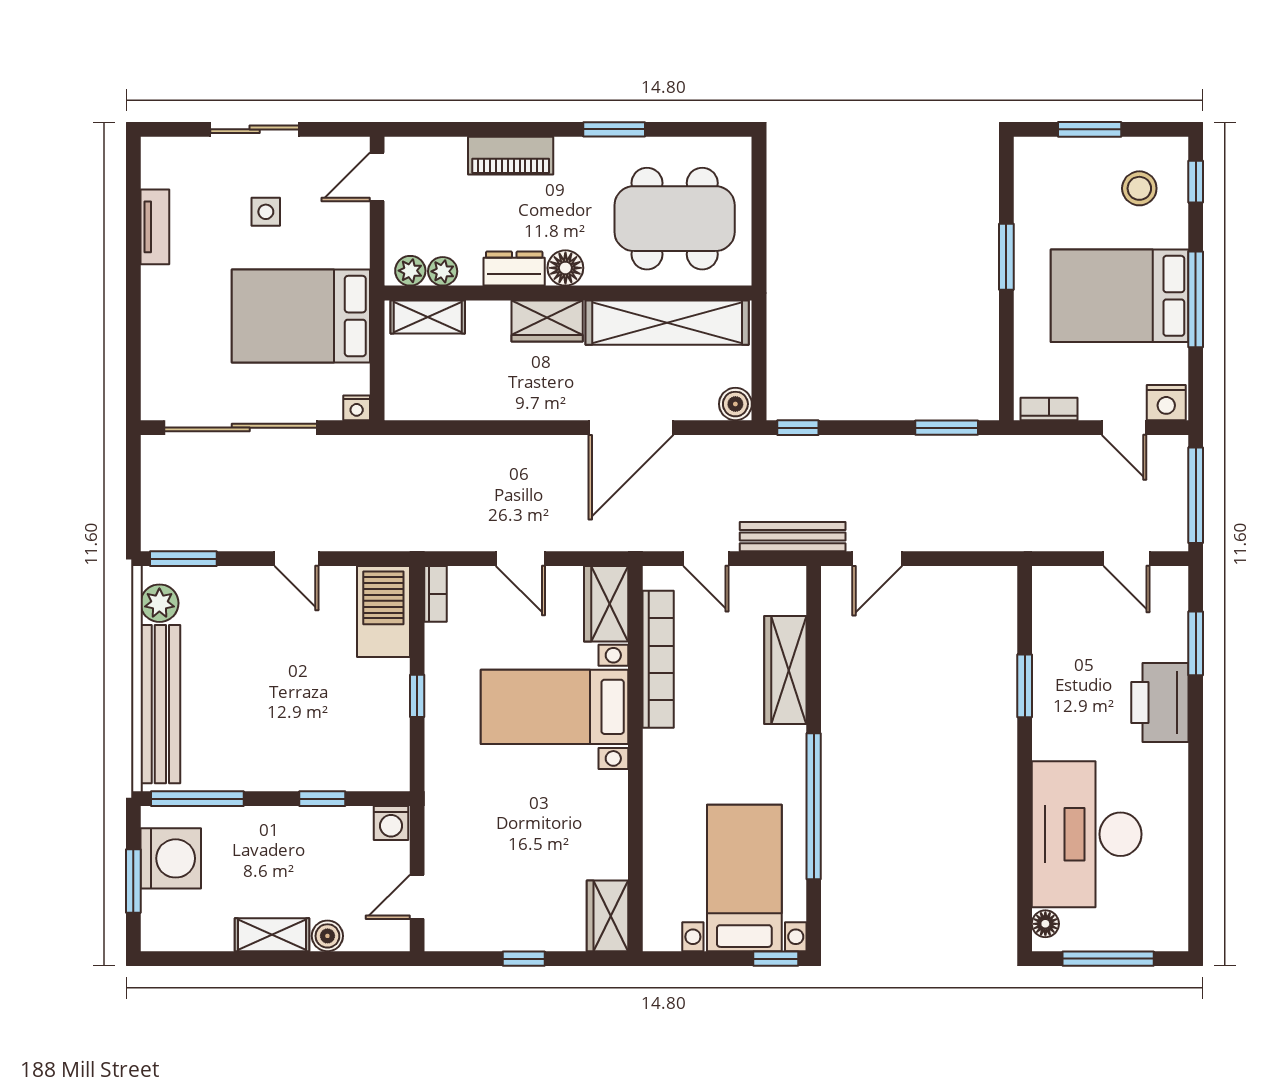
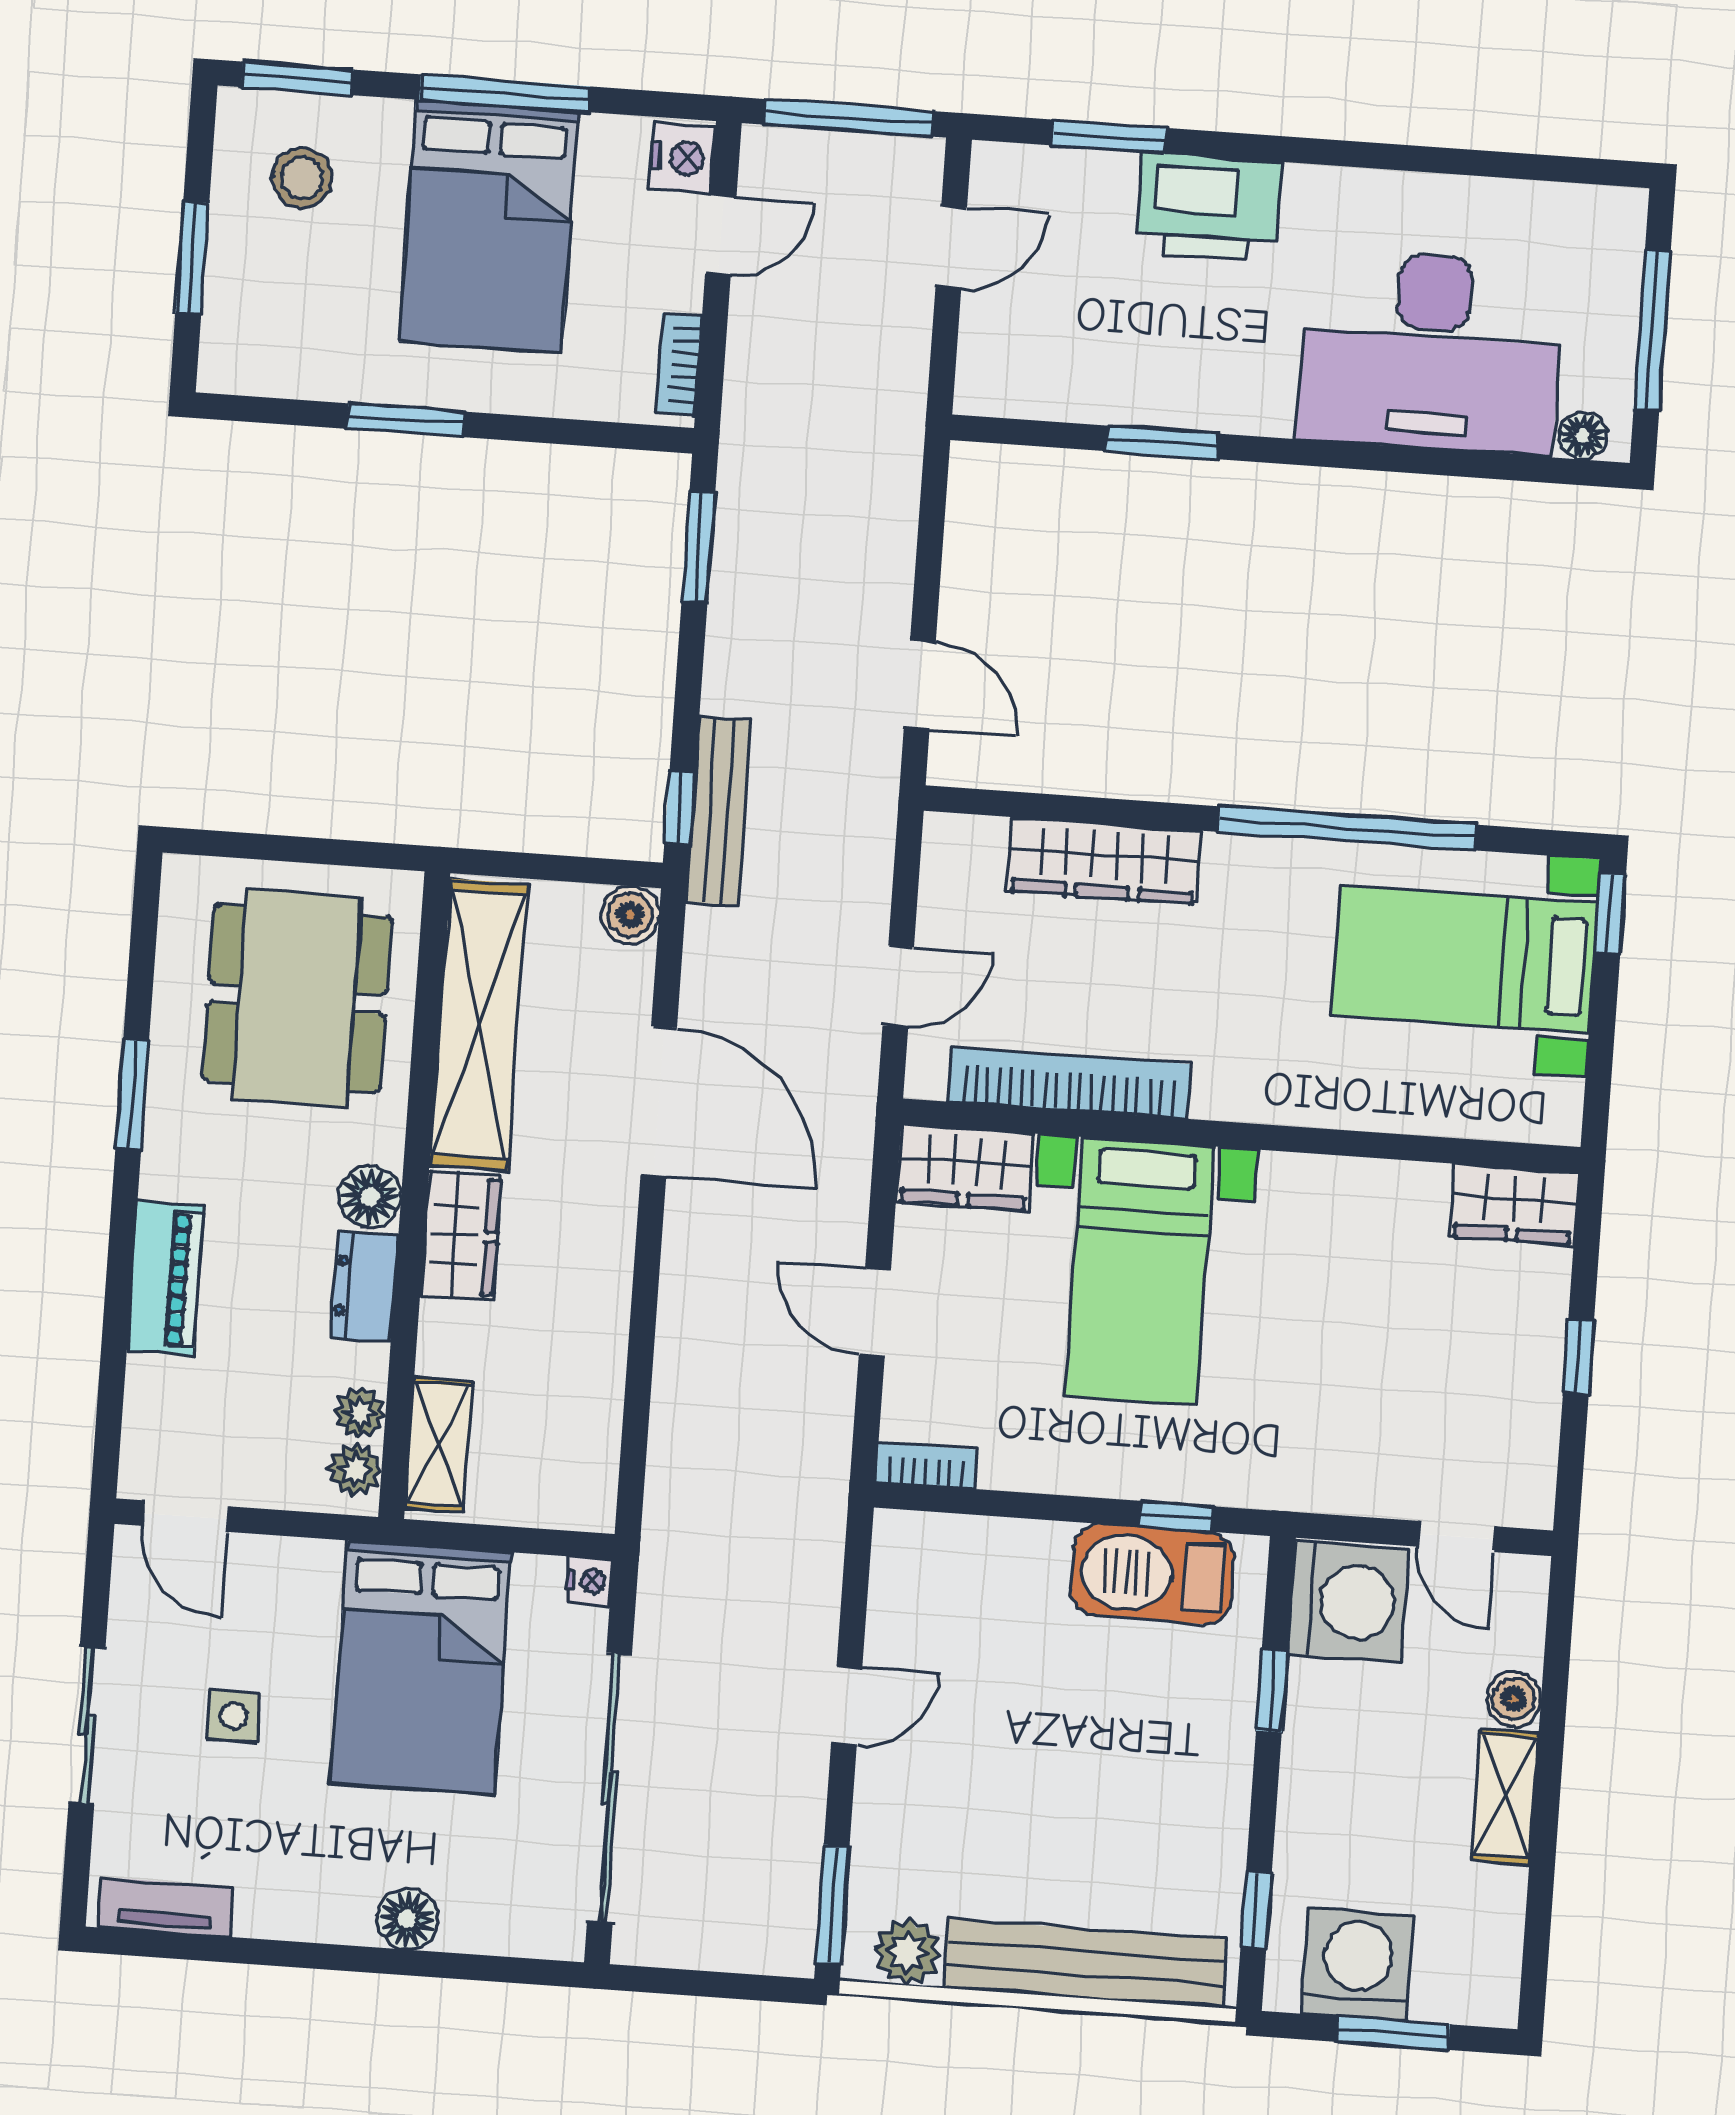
window: (1196, 182) -> (297, 78), width x1.50
tv unit: (155, 227) -> (166, 1907), moved
floor lamp: (158, 318) -> (407, 1919), added
bench: (793, 537) -> (718, 811), moved
door: (520, 559) -> (875, 1312), swing flipped
barbecue: (383, 612) -> (1152, 1574), moved
window: (417, 696) -> (1176, 1516), moved
window: (197, 799) -> (1256, 1910), width x0.46
washing machine: (391, 823) -> (1348, 1602), width x1.89, depth x1.89

